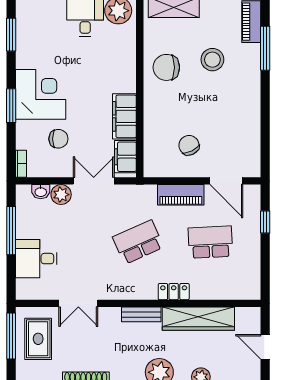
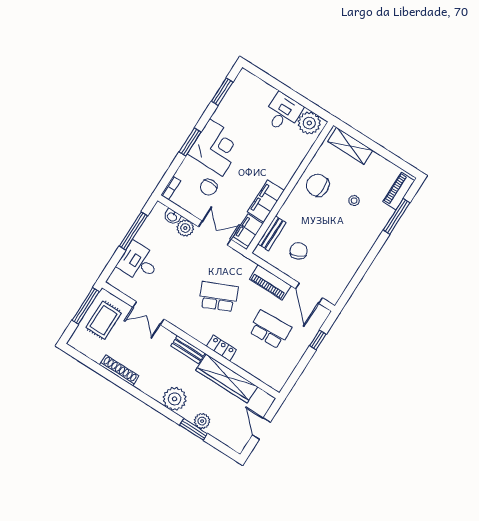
stool: (212, 60) -> (354, 201), width x0.53, depth x0.53
chair: (58, 139) -> (209, 187), turned 90
bench: (151, 145) -> (272, 233), added

